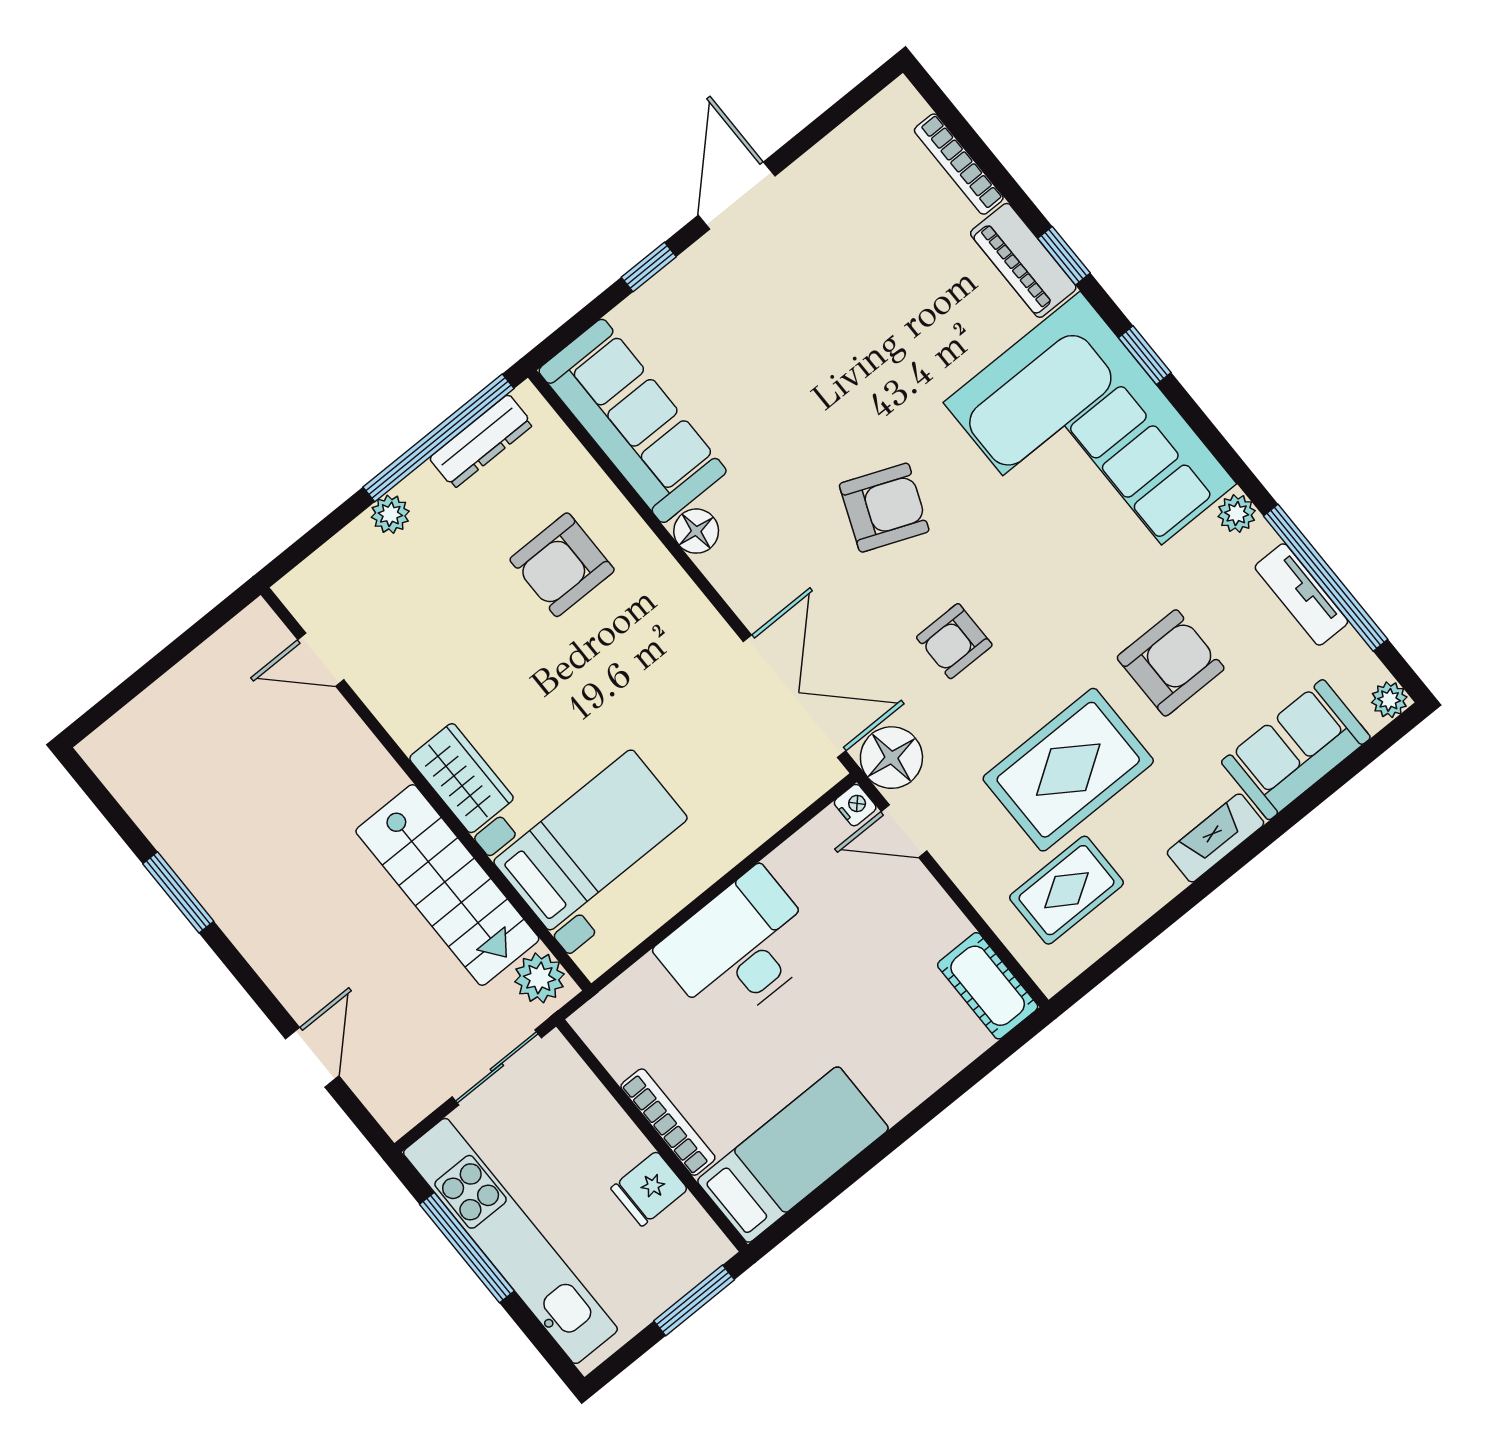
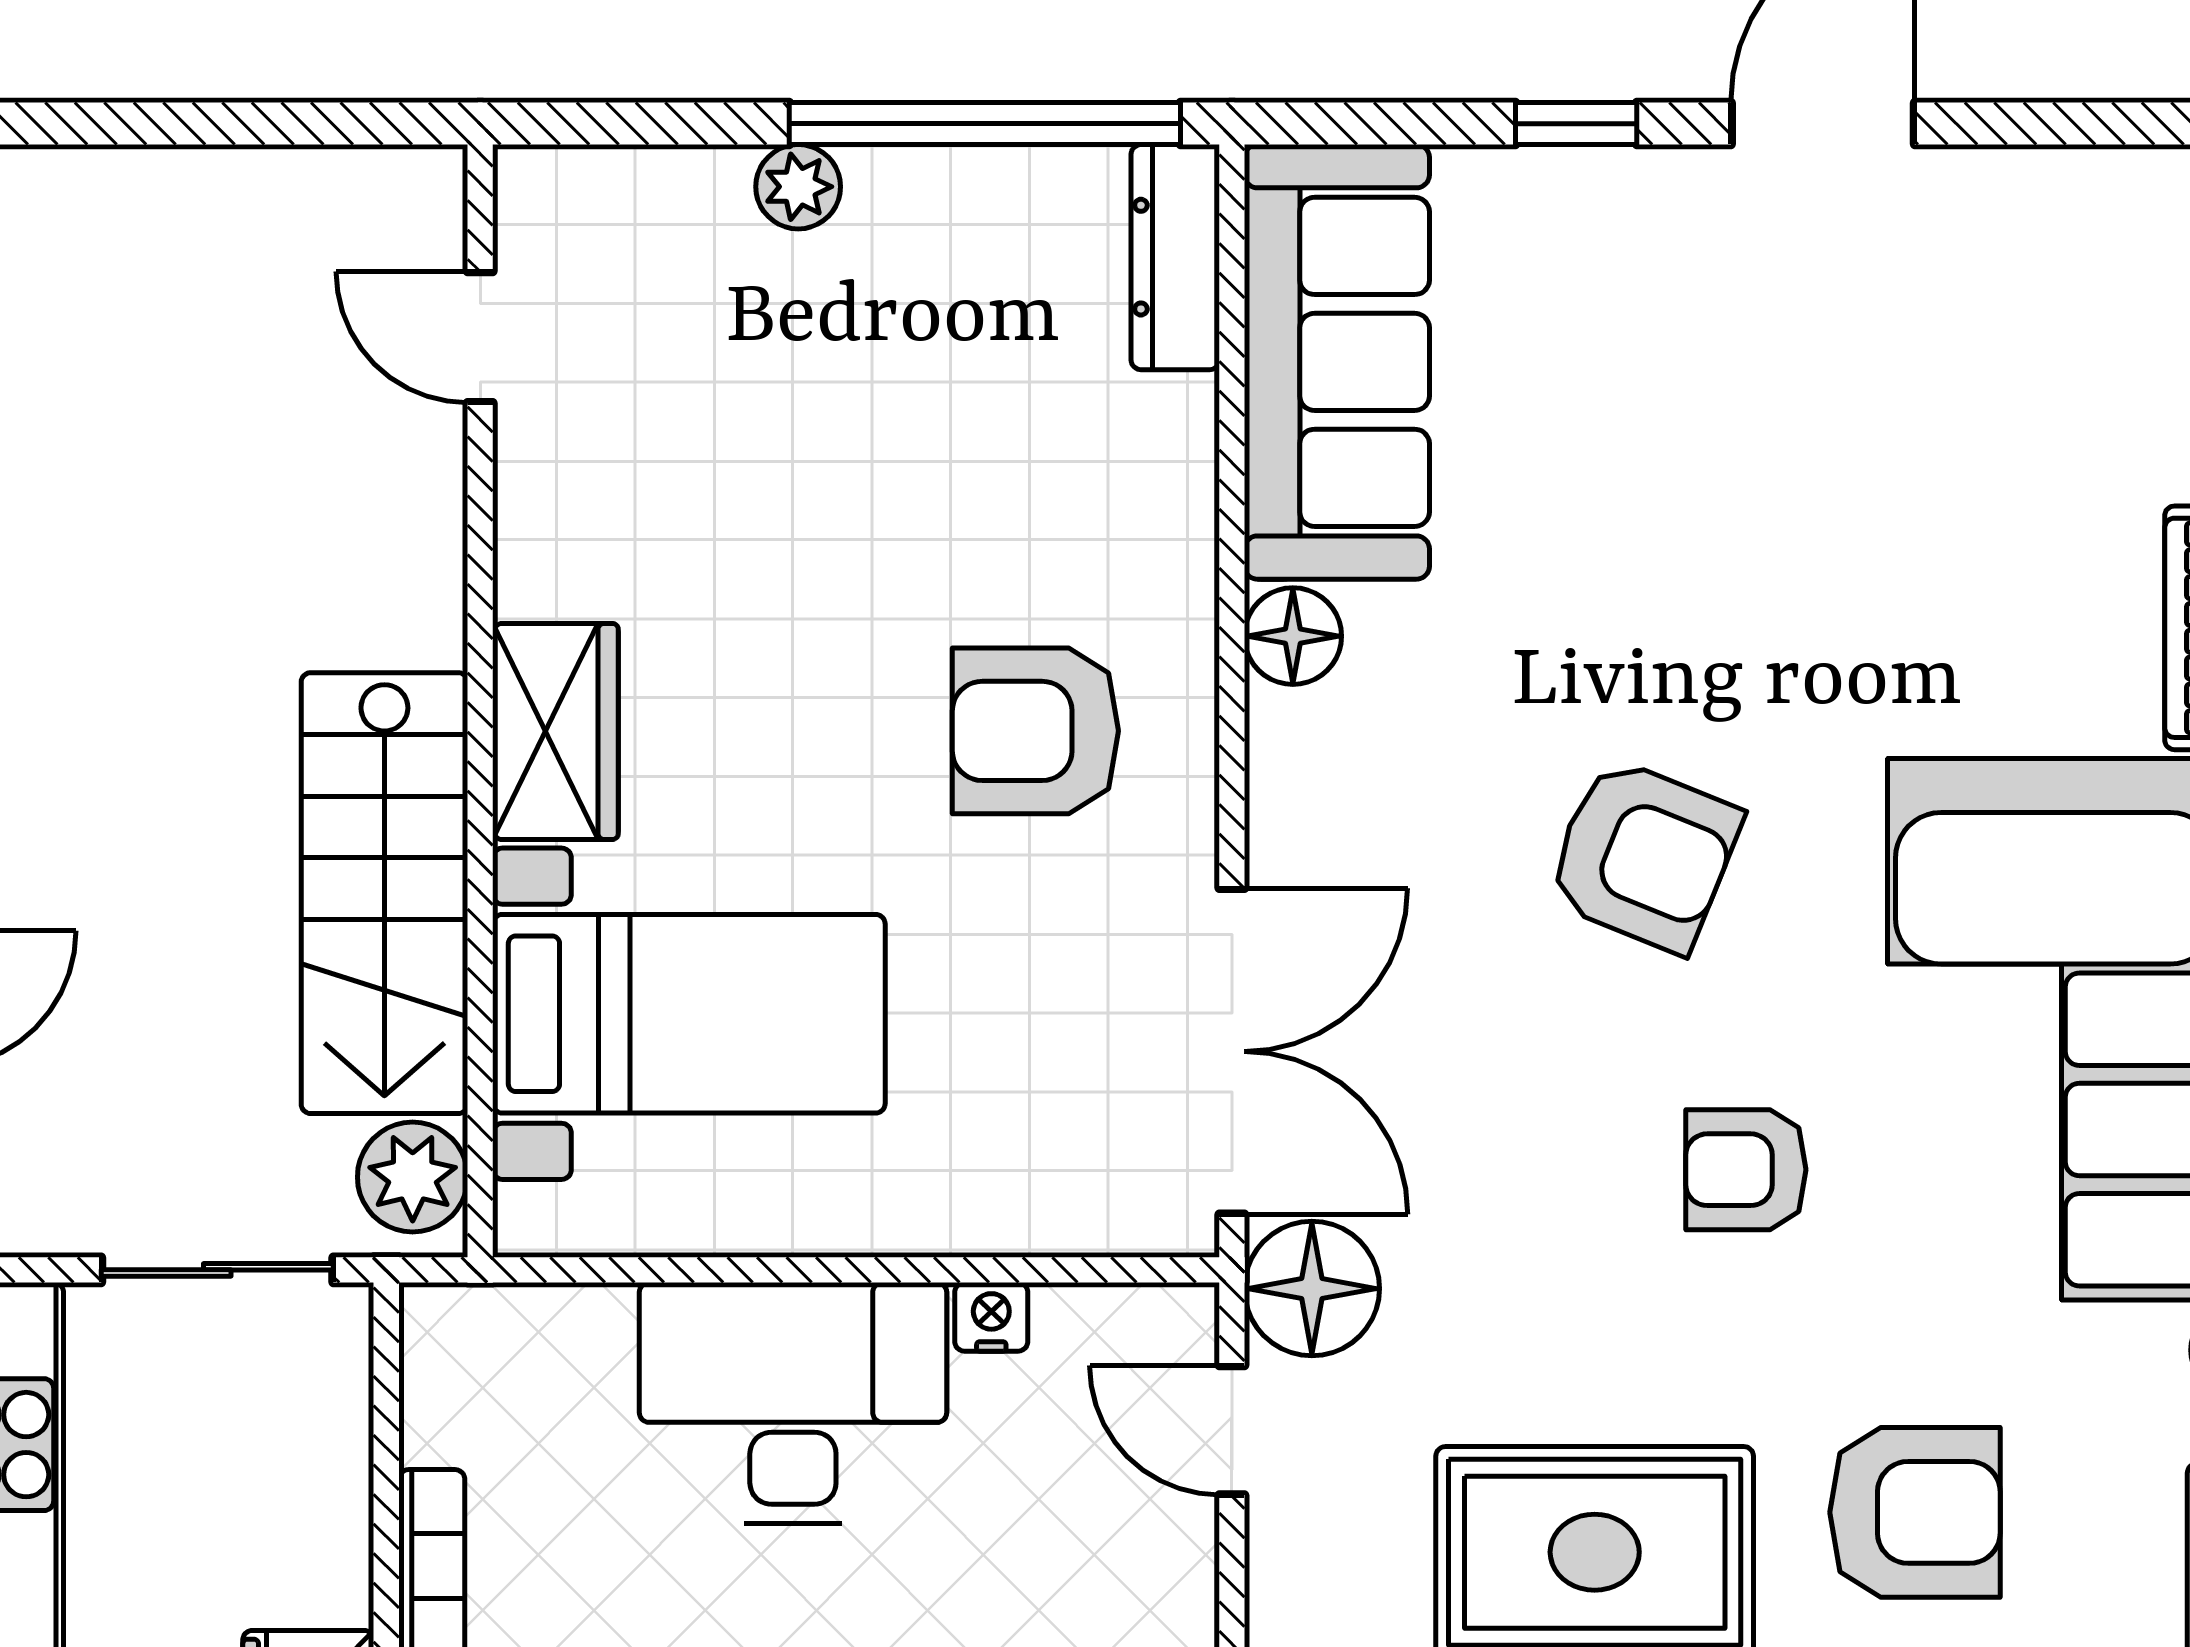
dresser: (481, 441) -> (1175, 257), moved, turned 90
armchair: (562, 565) -> (1035, 731), moved
armchair: (954, 641) -> (1746, 1170), moved
nightstand: (855, 805) -> (991, 1317), moved, turned -90

